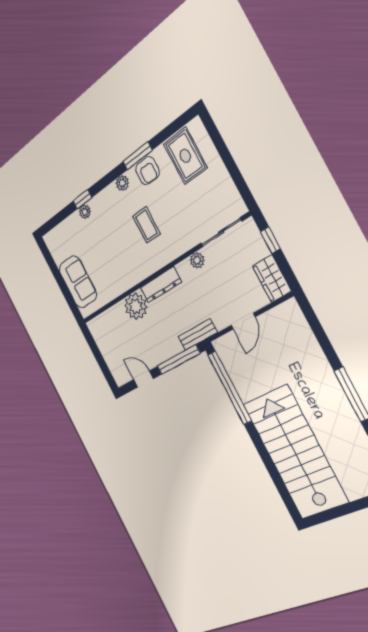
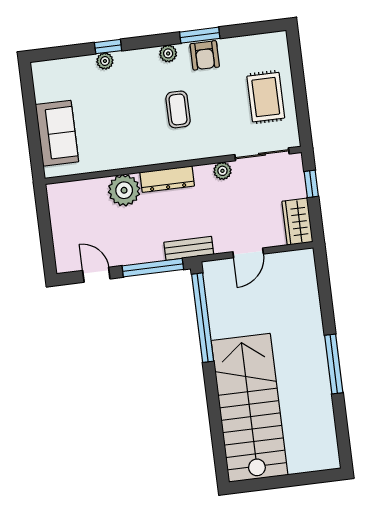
rug: (185, 156) -> (266, 97), moved

